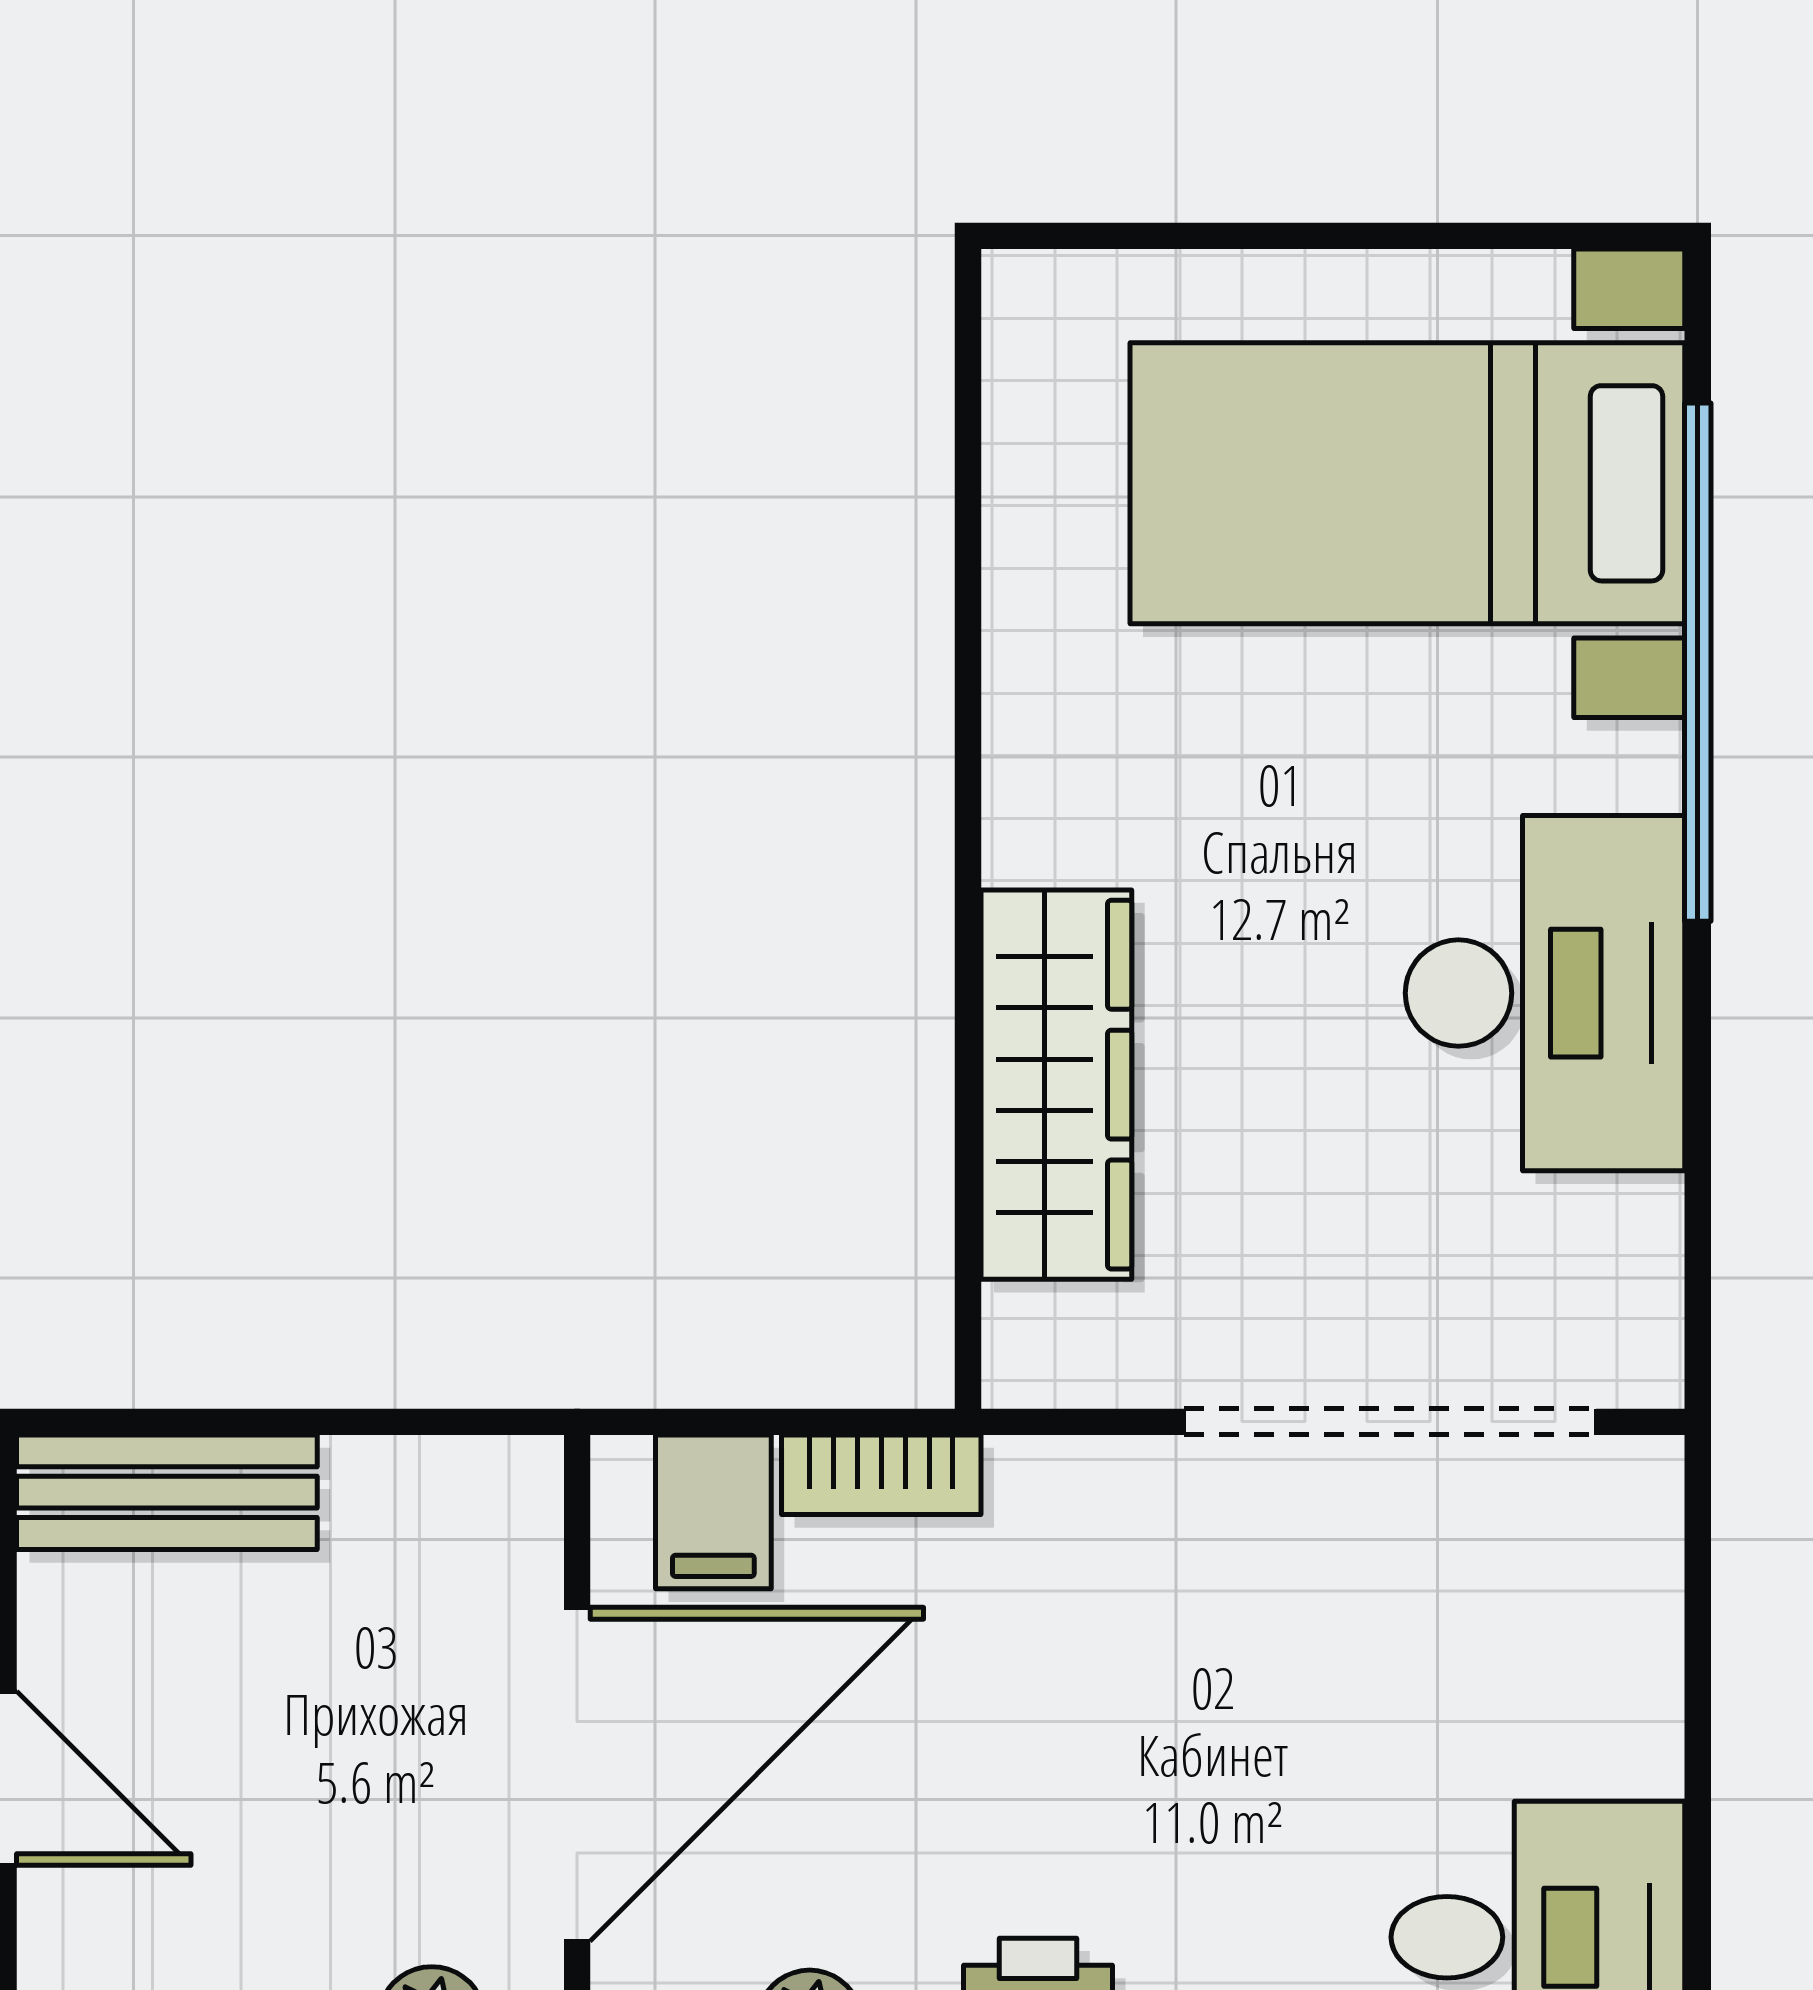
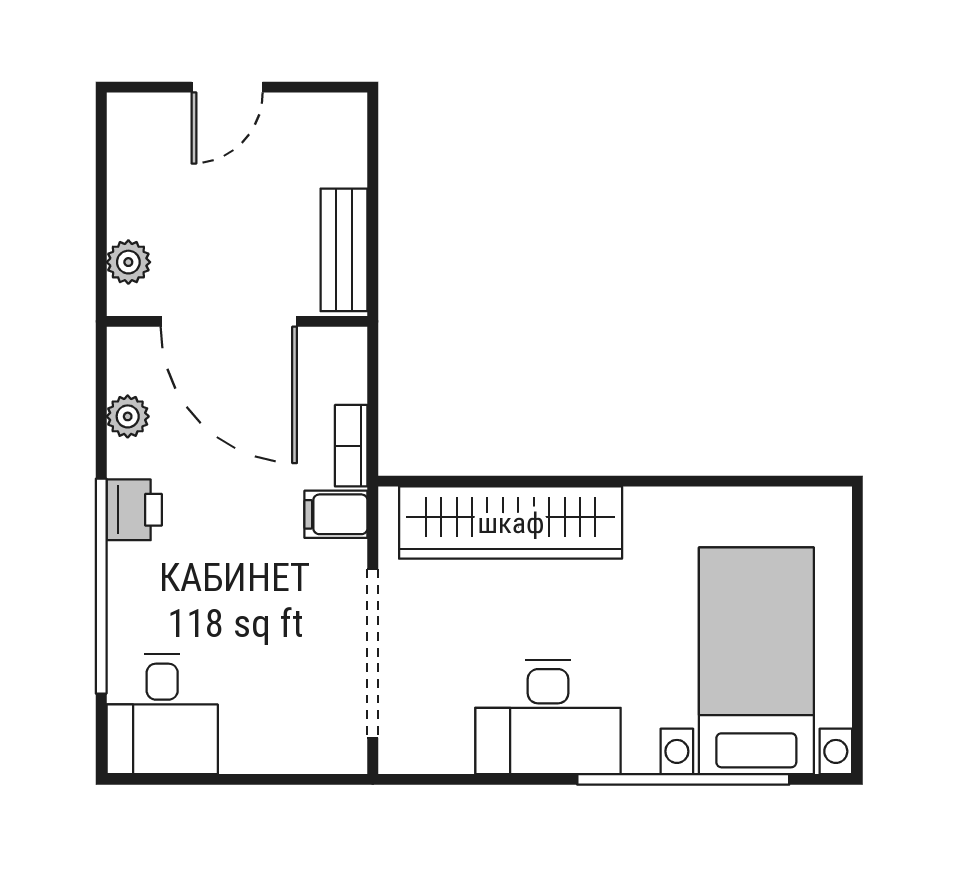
wardrobe: (1056, 1085) -> (511, 523), width x1.40, depth x1.17
bench: (167, 1492) -> (344, 250), moved
filing cabinet: (713, 1512) -> (336, 514), moved

